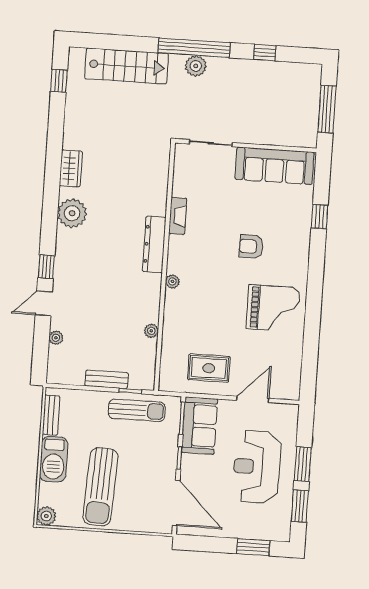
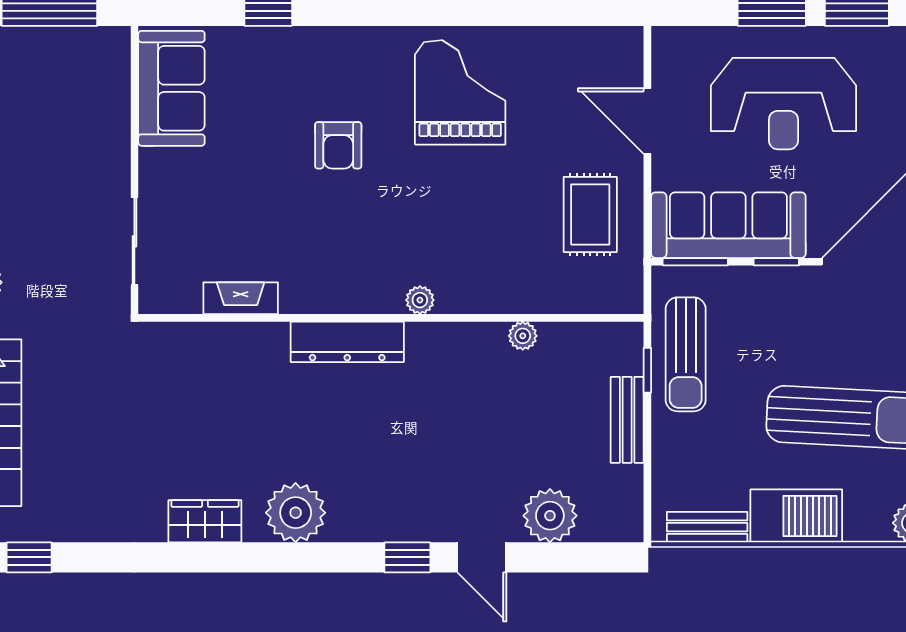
sofa: (275, 166) -> (171, 88), width x0.73
fireplace: (178, 216) -> (241, 298), moved
plant: (56, 338) -> (550, 516), width x1.88, depth x1.88
sun lounger: (137, 410) -> (686, 354), turned 180
sofa: (200, 426) -> (728, 225), width x1.36

